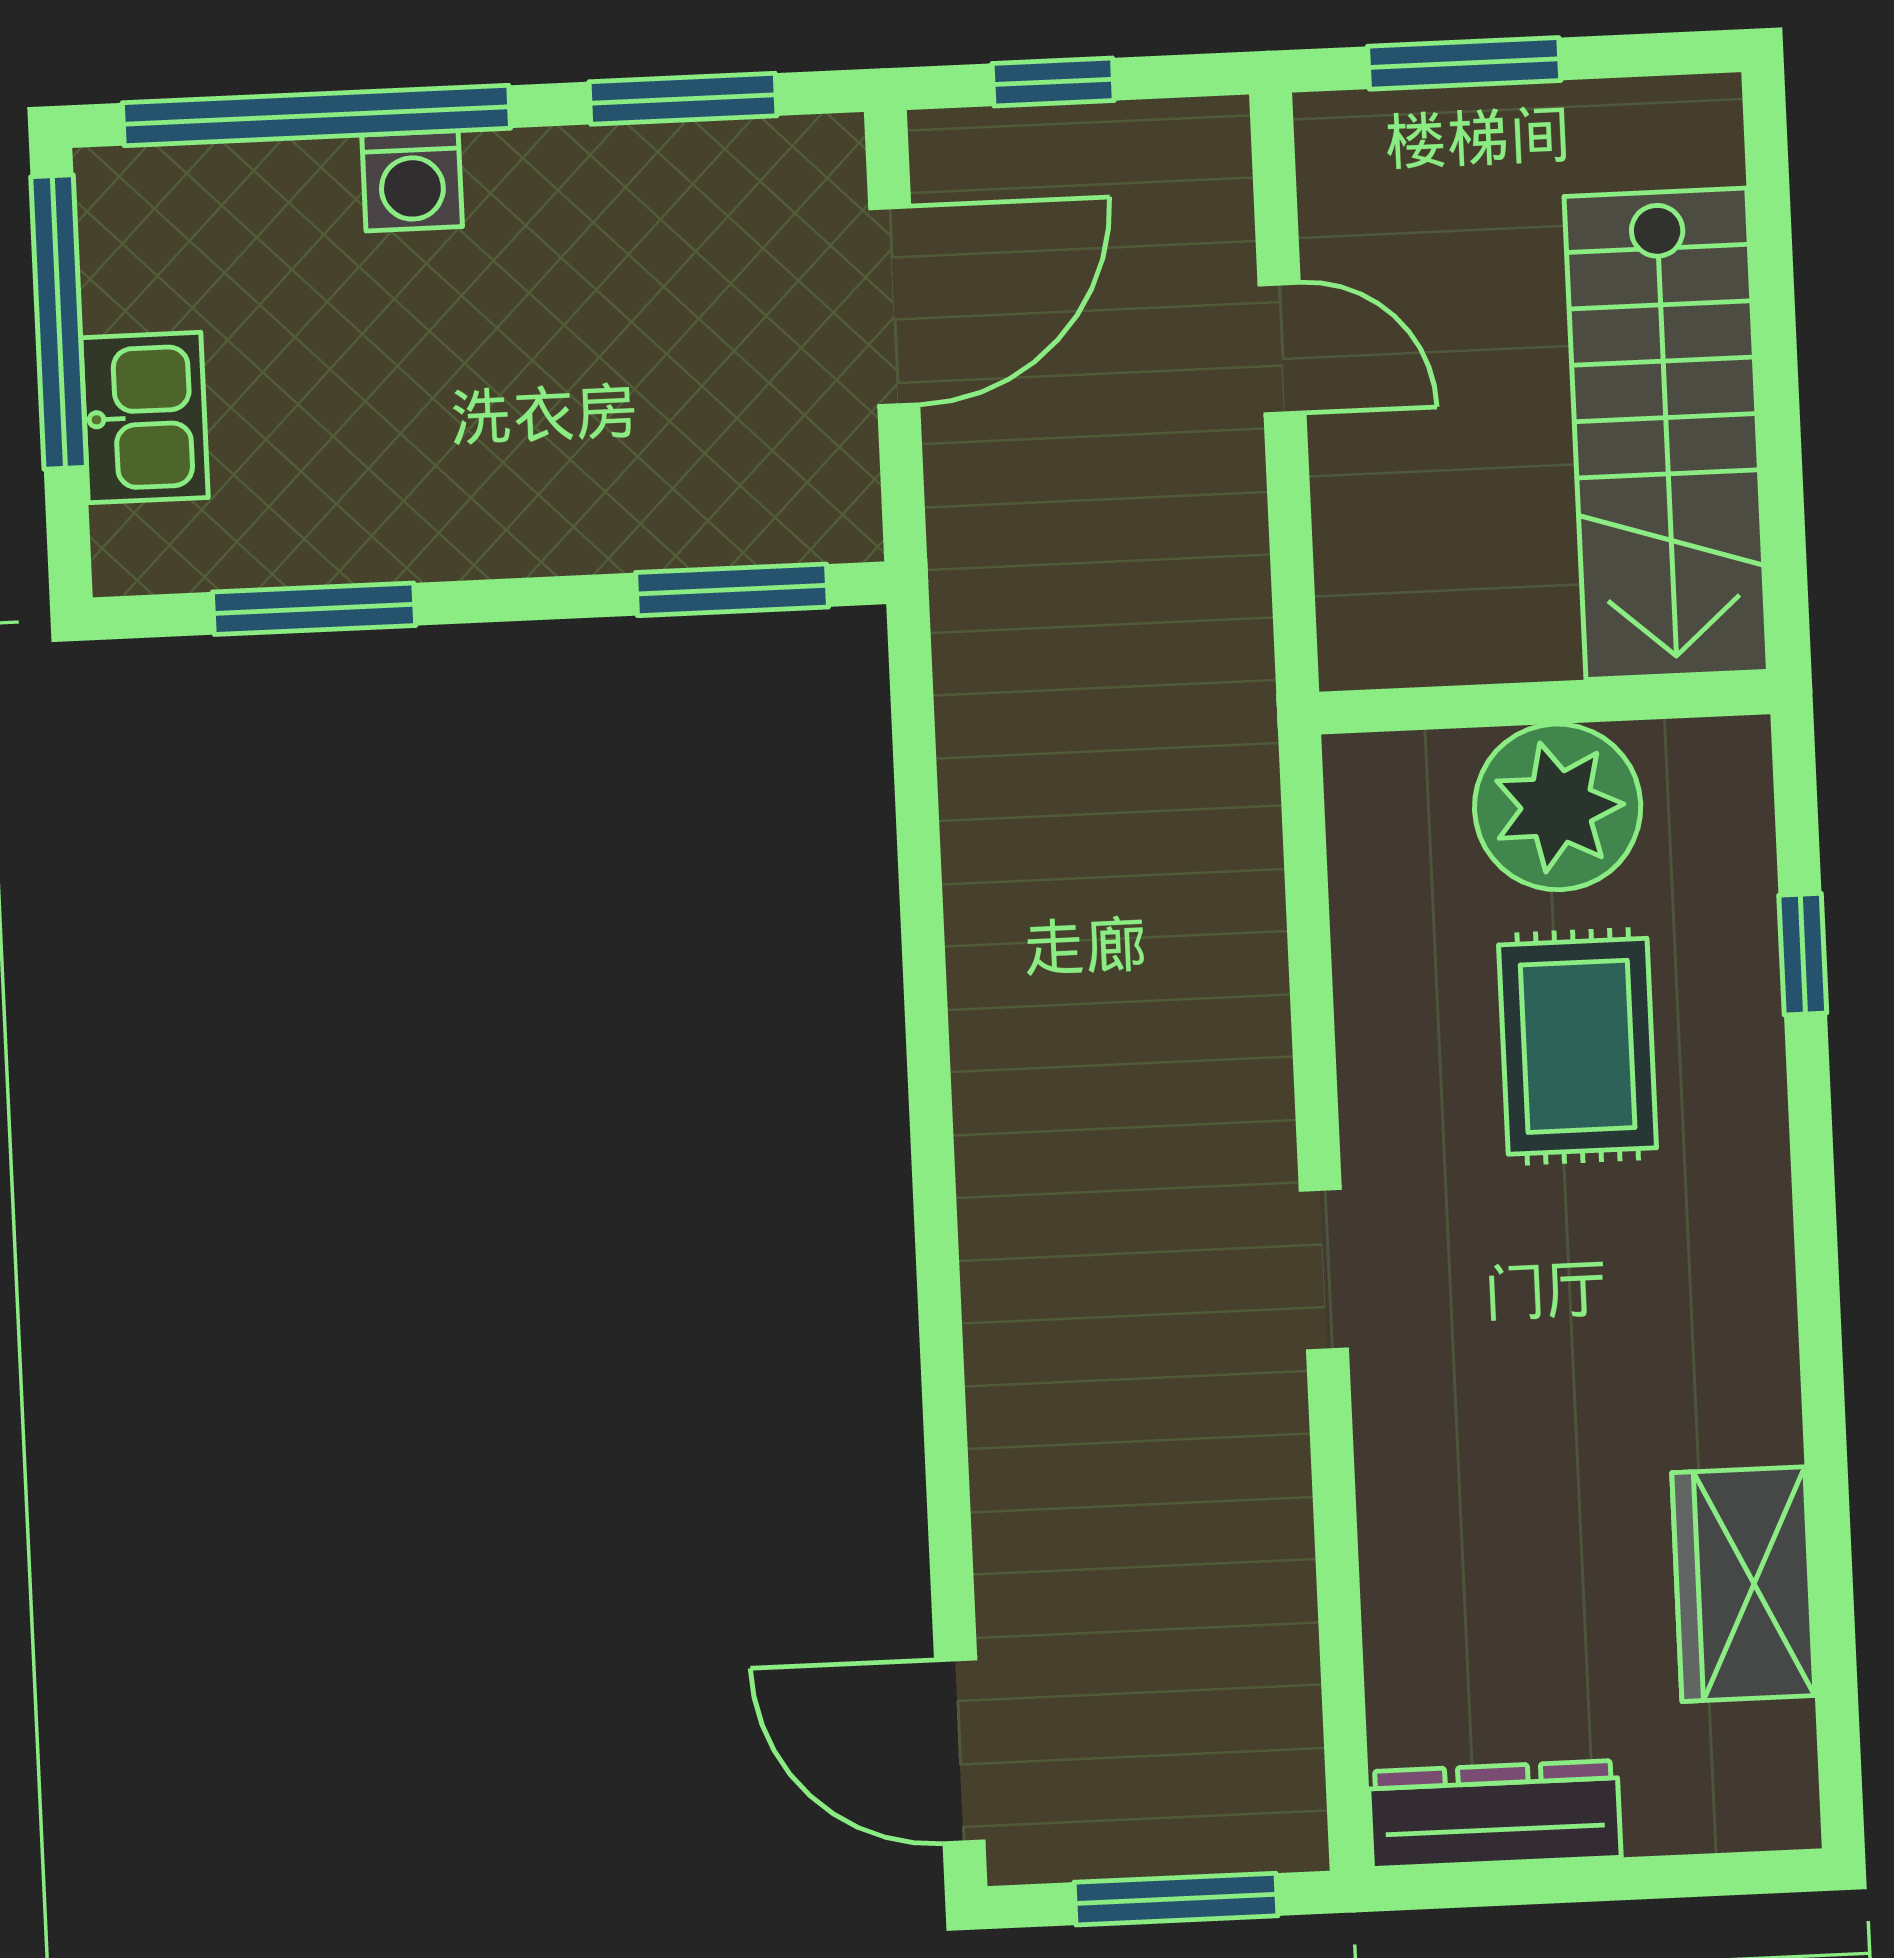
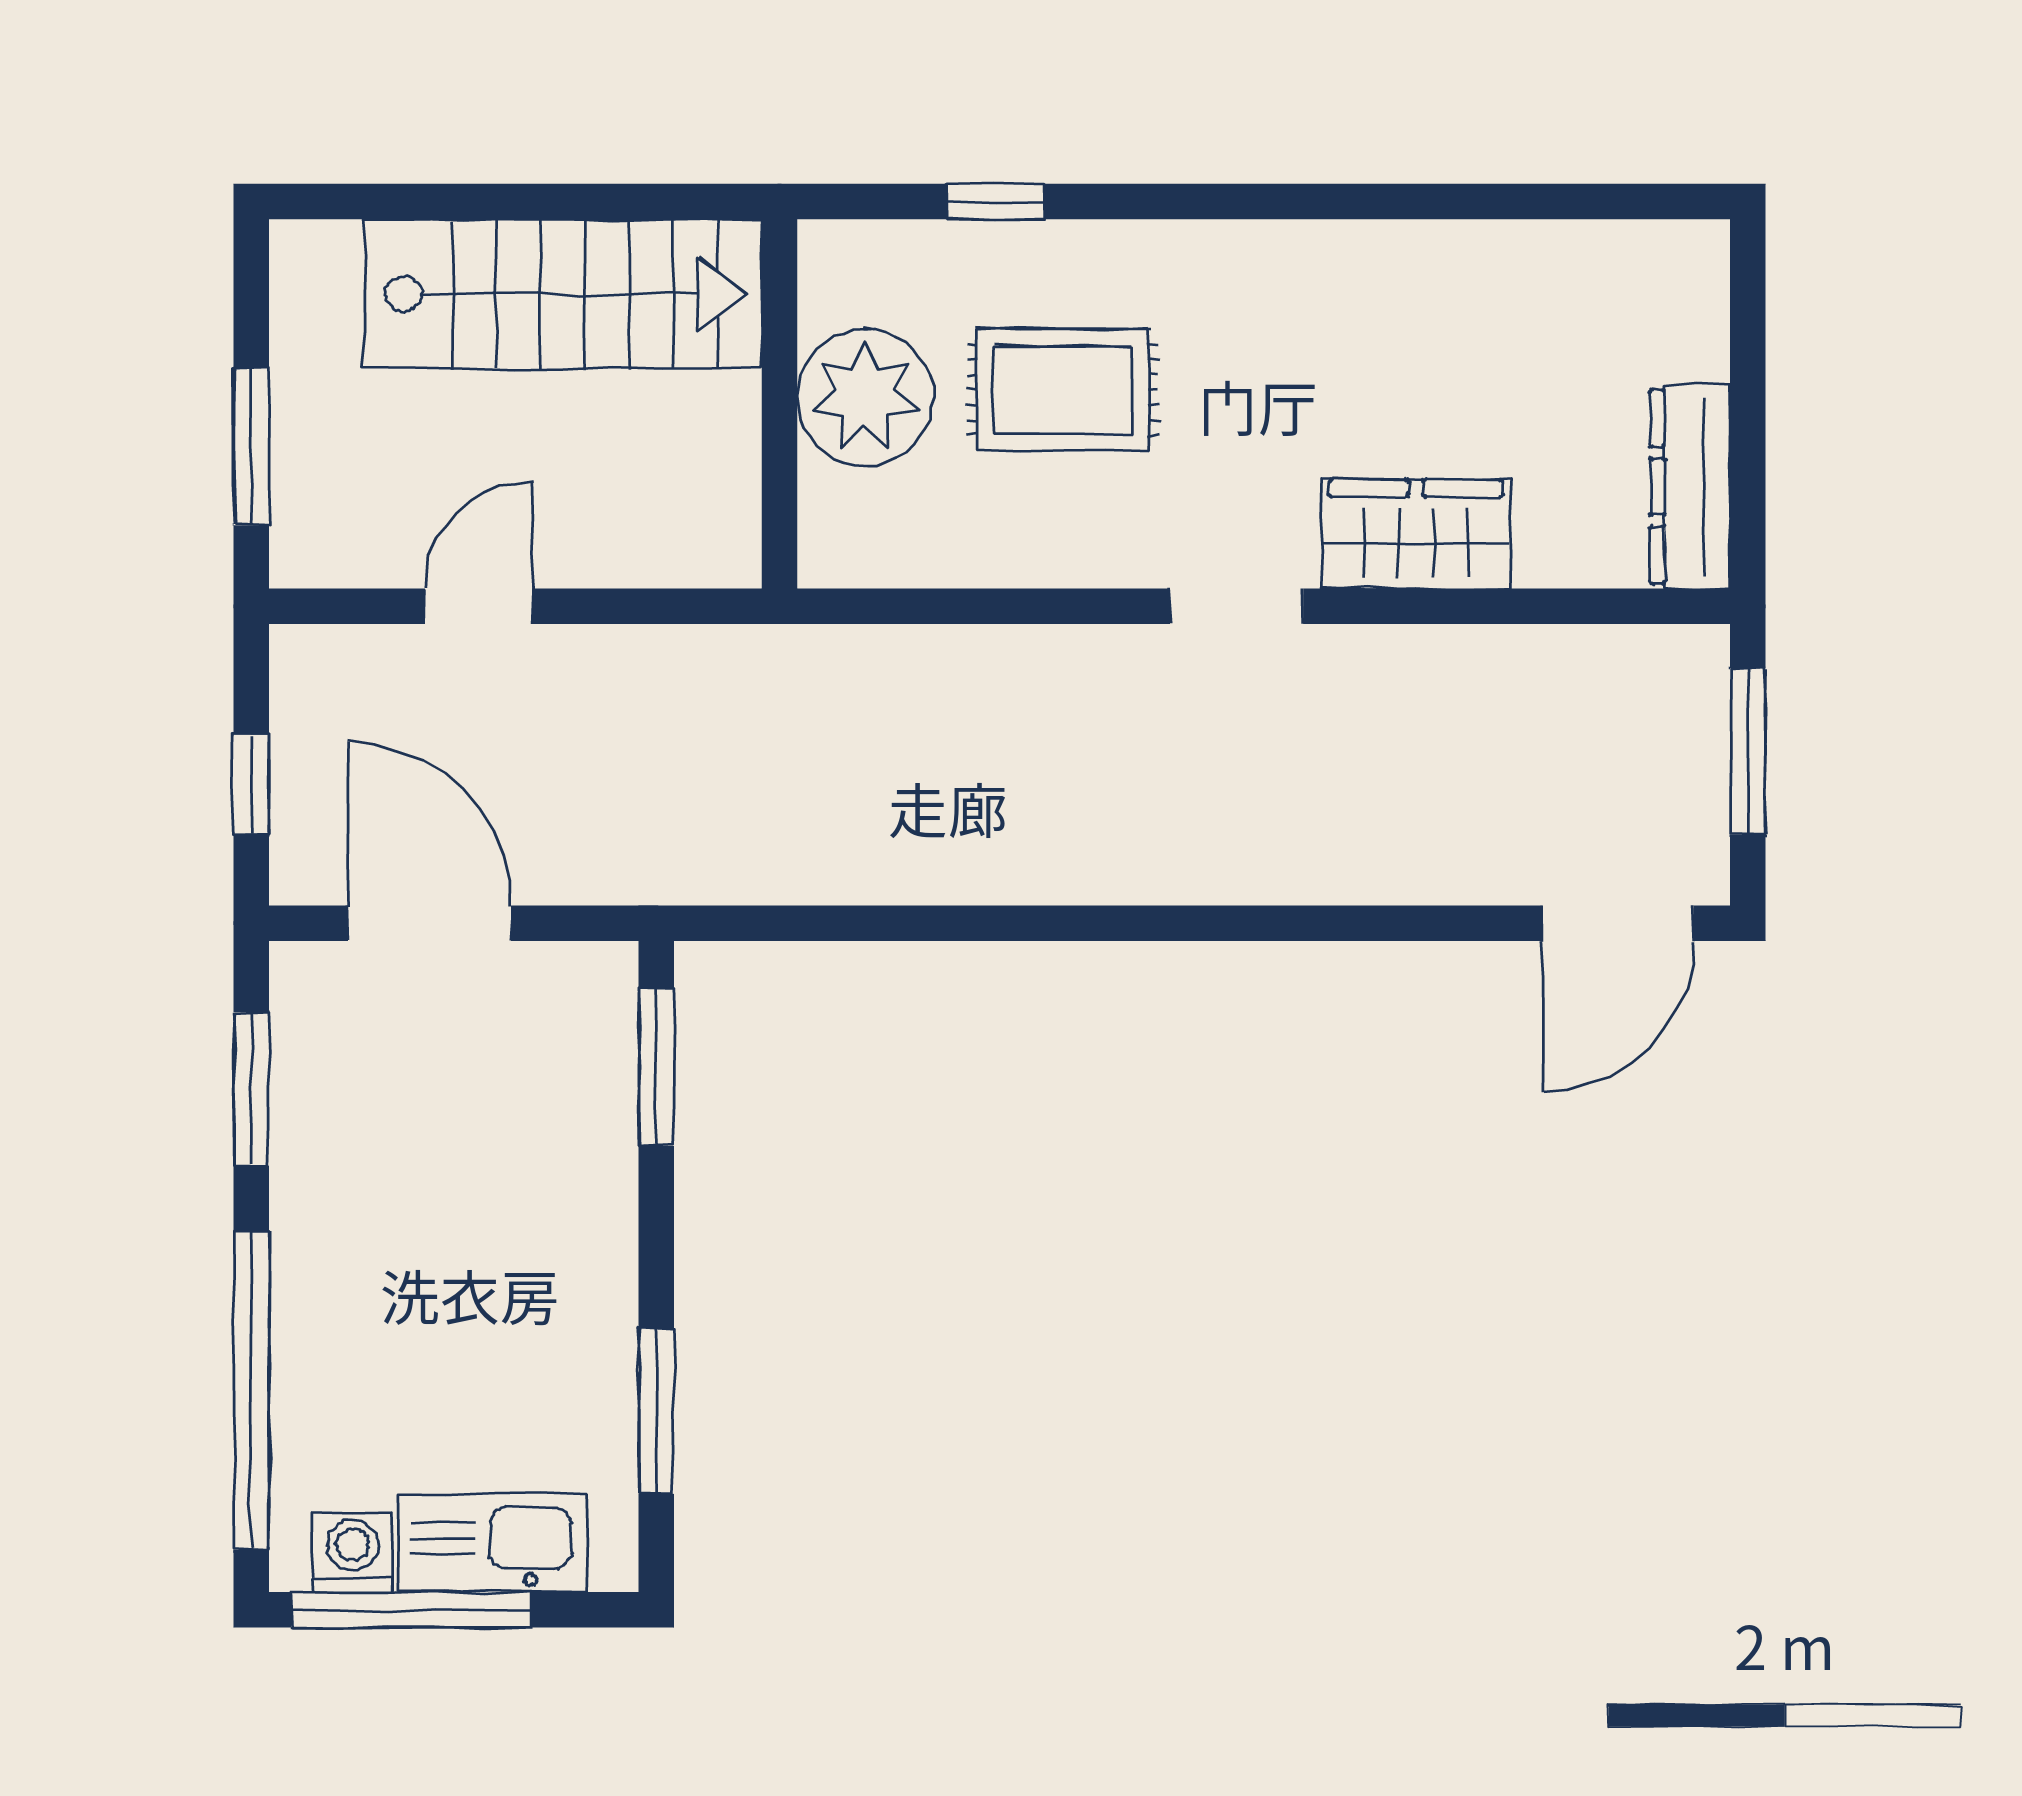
washing machine: (412, 181) -> (353, 1553), moved, turned -90
kitchen sink: (144, 418) -> (493, 1543), width x1.38
wardrobe: (1743, 1584) -> (1416, 534), moved, turned 180

